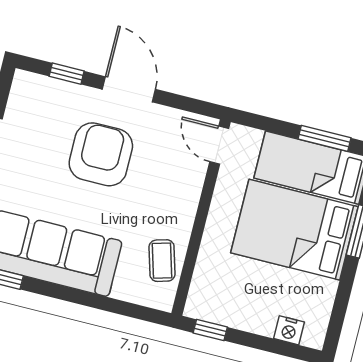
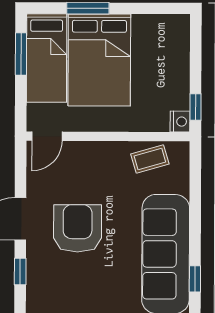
armchair: (101, 154) -> (78, 228), turned 90
nightstand: (289, 330) -> (180, 122), moved

